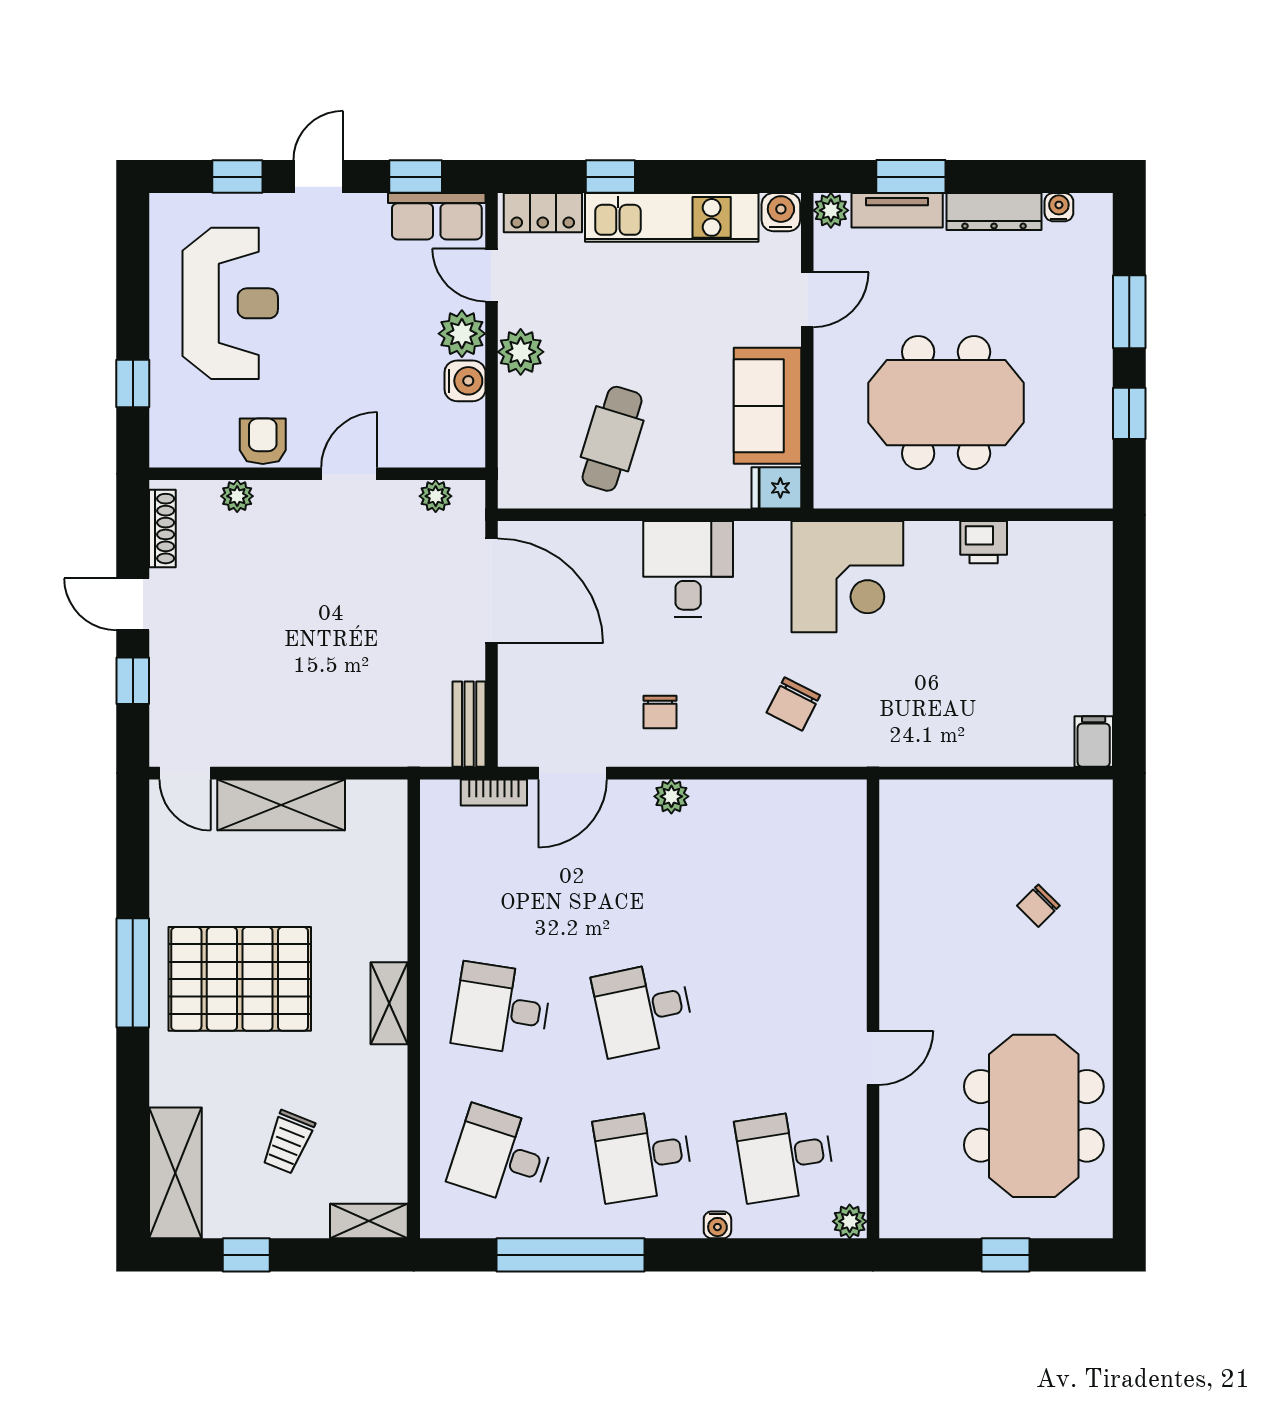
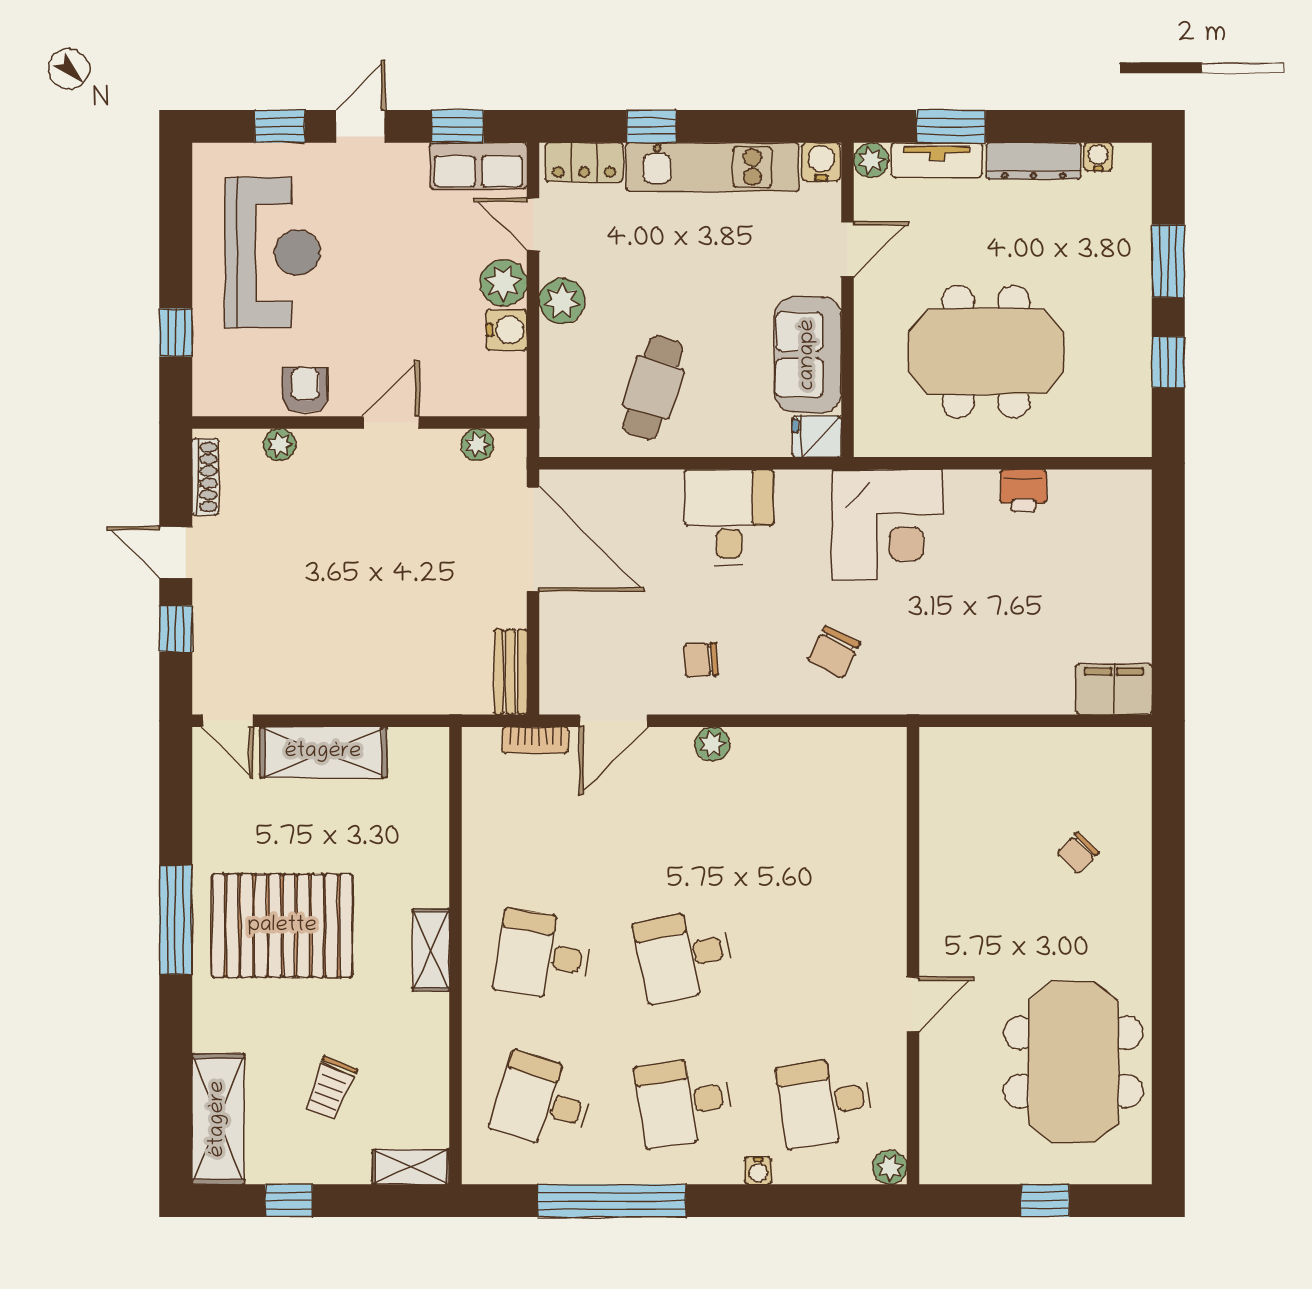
chair: (660, 712) -> (701, 660), turned 86
filing cabinet: (1094, 742) -> (1114, 689), width x2.00

